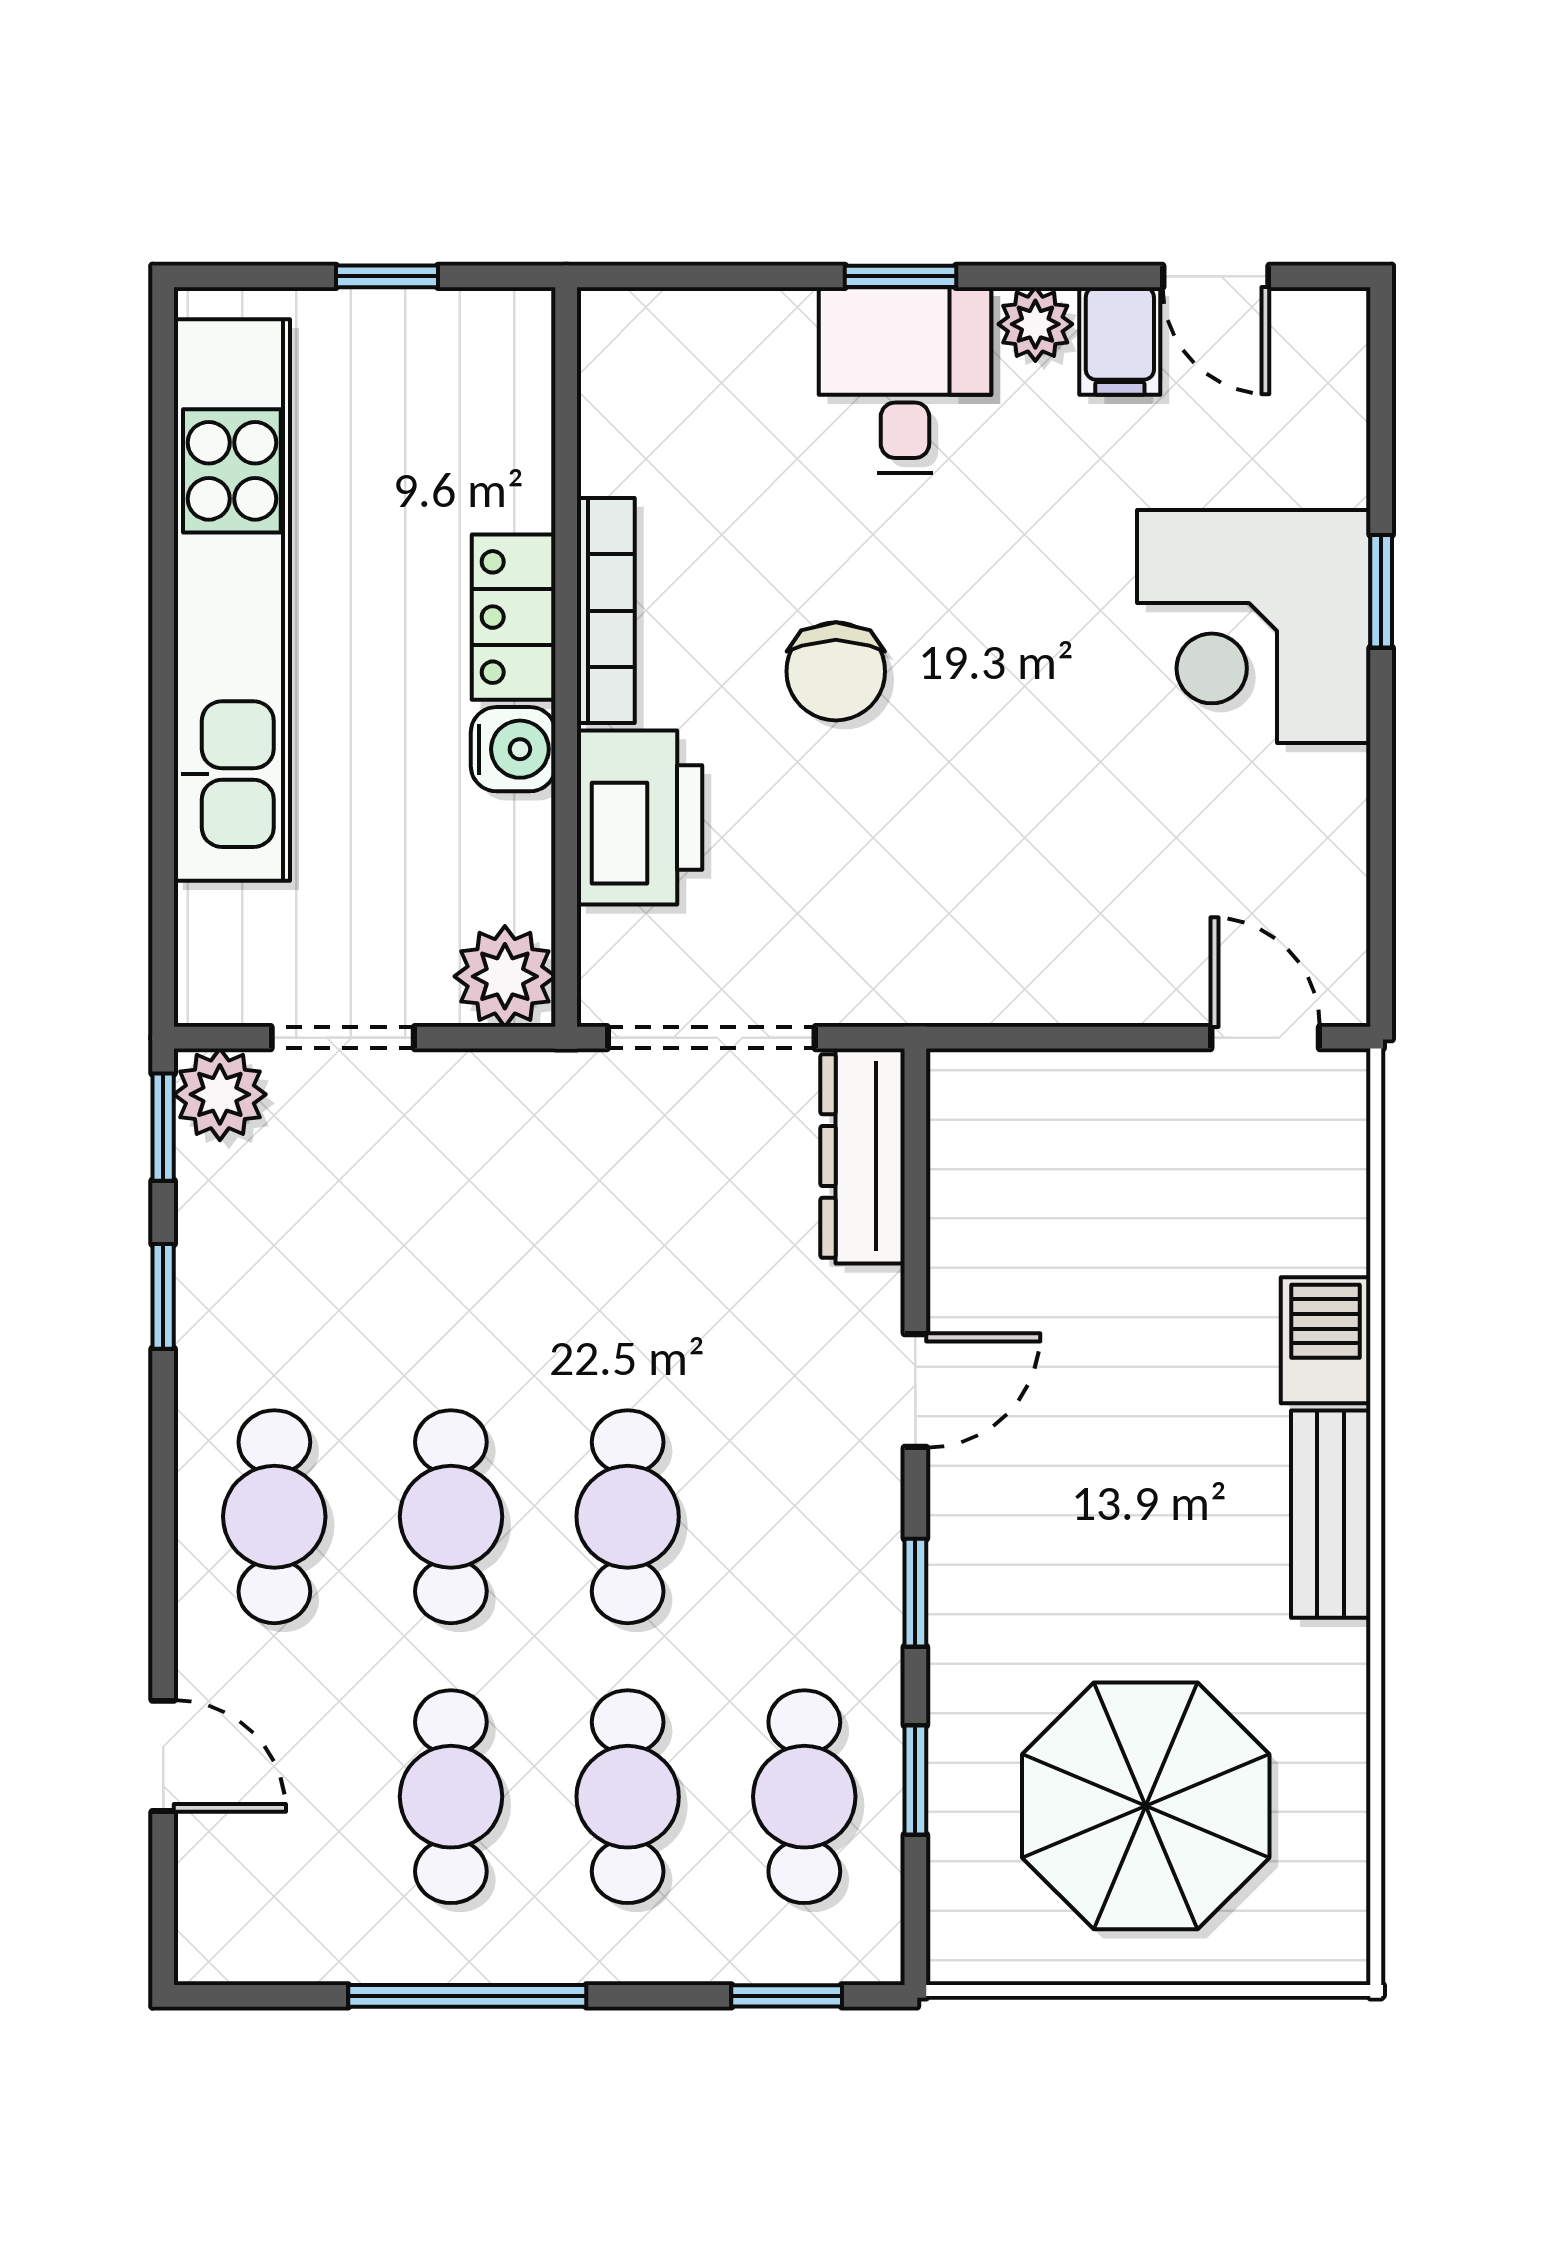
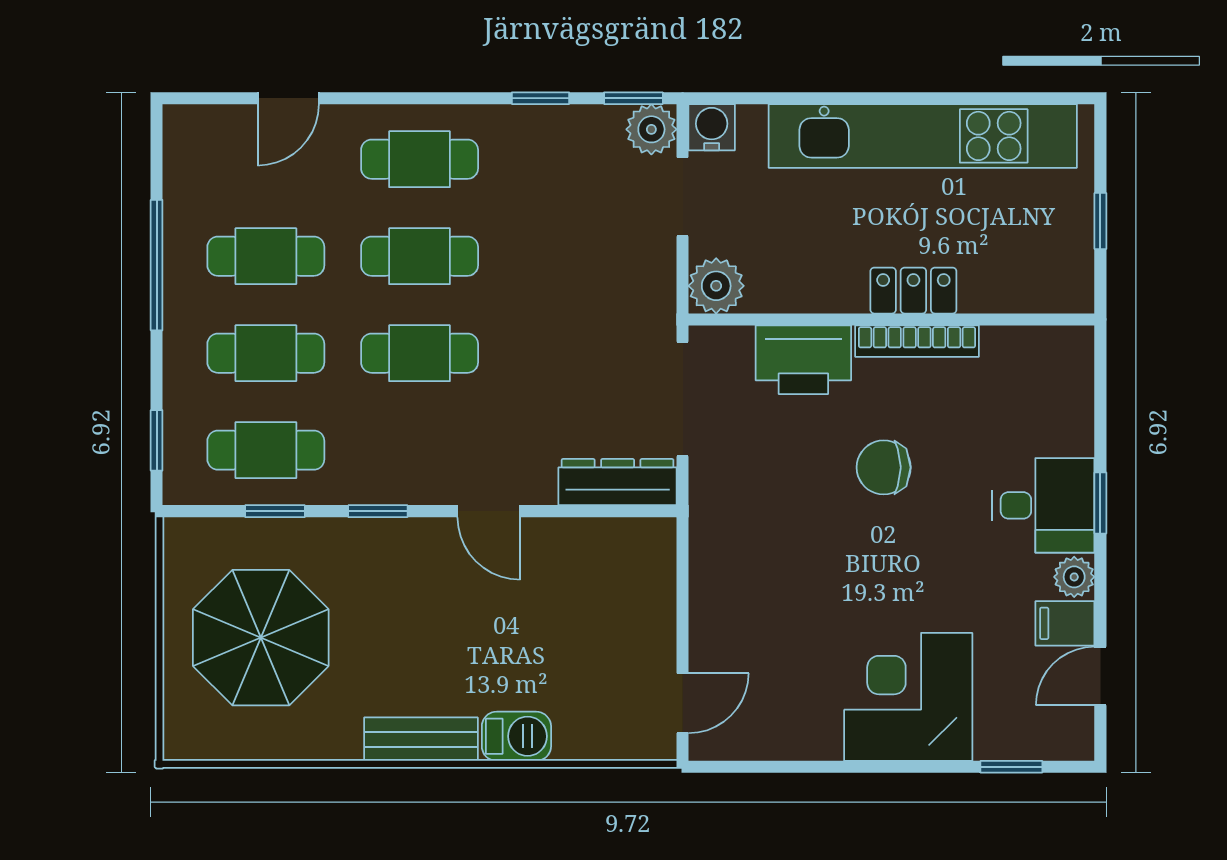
window: (1381, 591) -> (1011, 767), moved
water cooler: (513, 749) -> (712, 127), moved, turned 180

